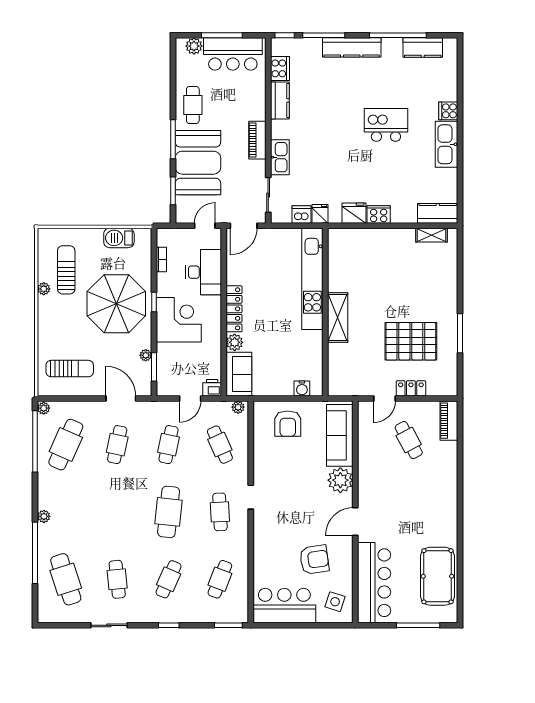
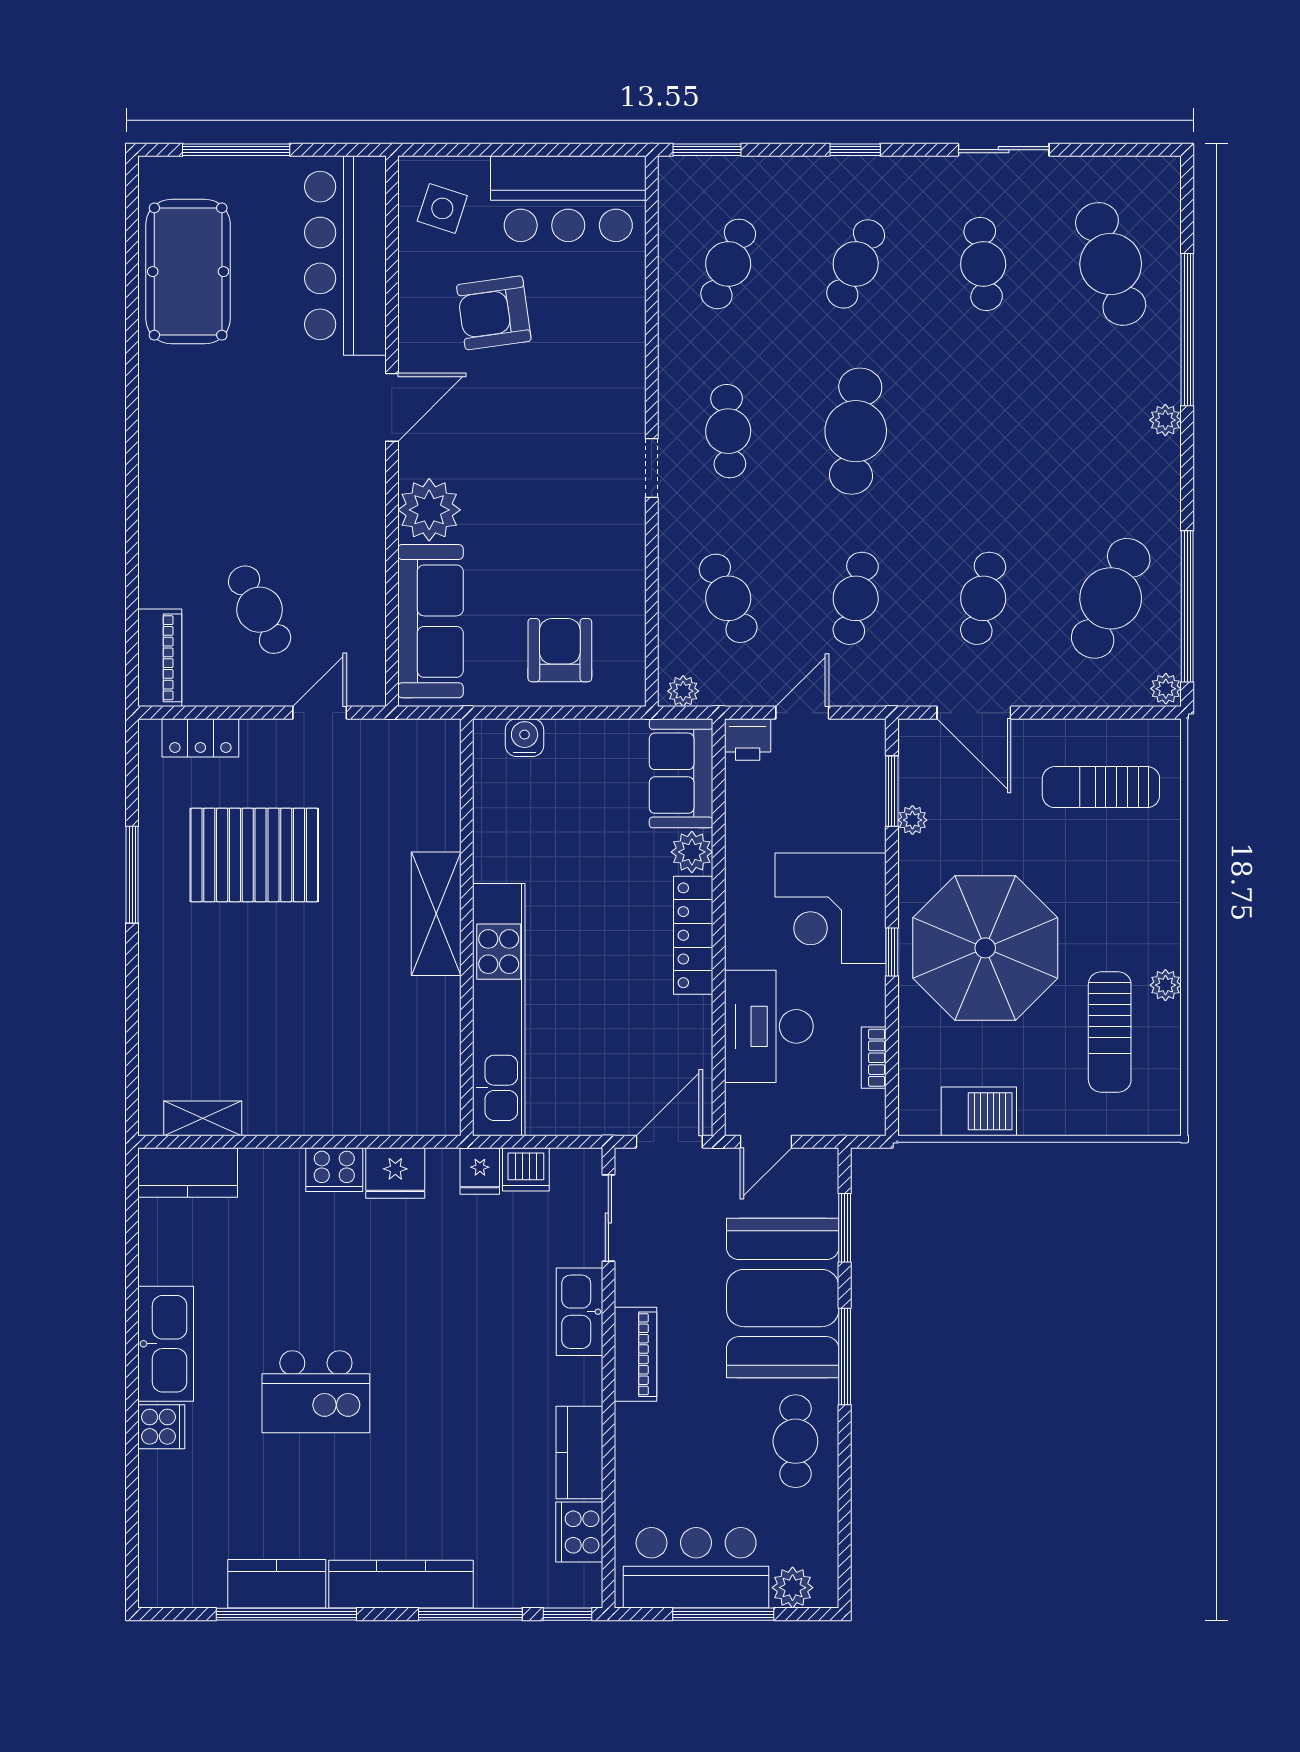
kitchen counter: (423, 48) -> (277, 1584), moved
locker: (411, 388) -> (200, 738), moved

